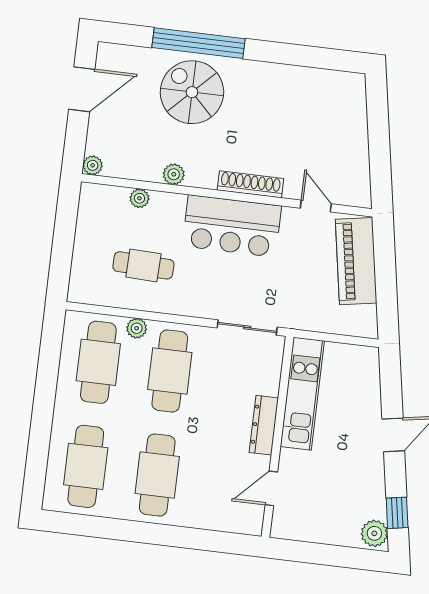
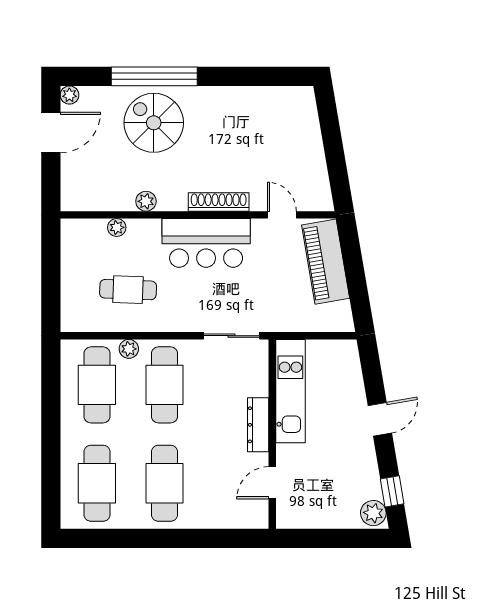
plant: (93, 165) -> (69, 95), moved

